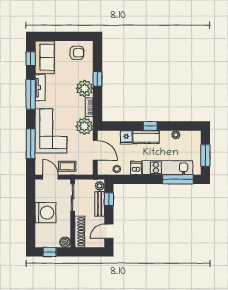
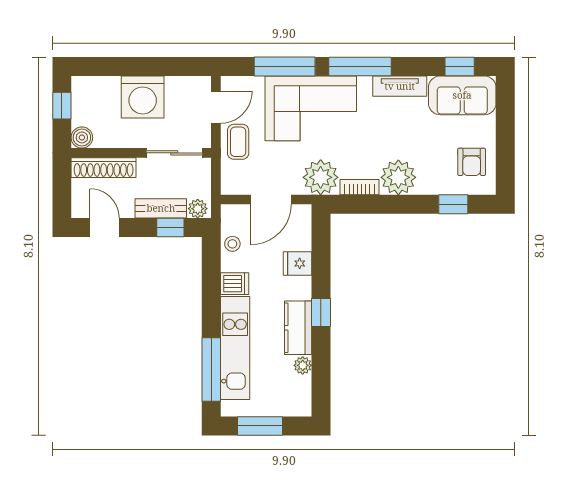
window: (98, 79) -> (453, 204), moved
window: (31, 94) -> (360, 67), moved
kitchen counter: (146, 137) -> (298, 328), moved

